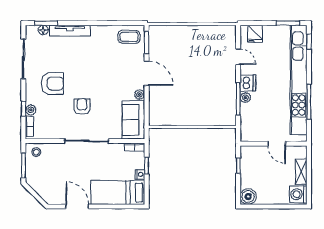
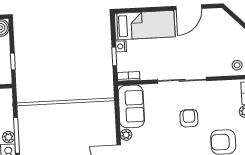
armchair: (82, 107) -> (189, 118), turned 180
door: (77, 206) -> (189, 7), hinge flipped

